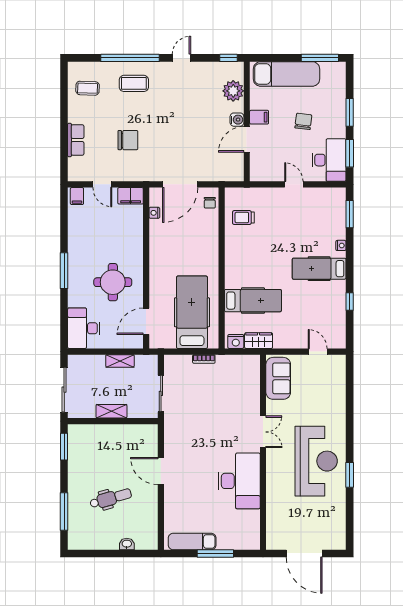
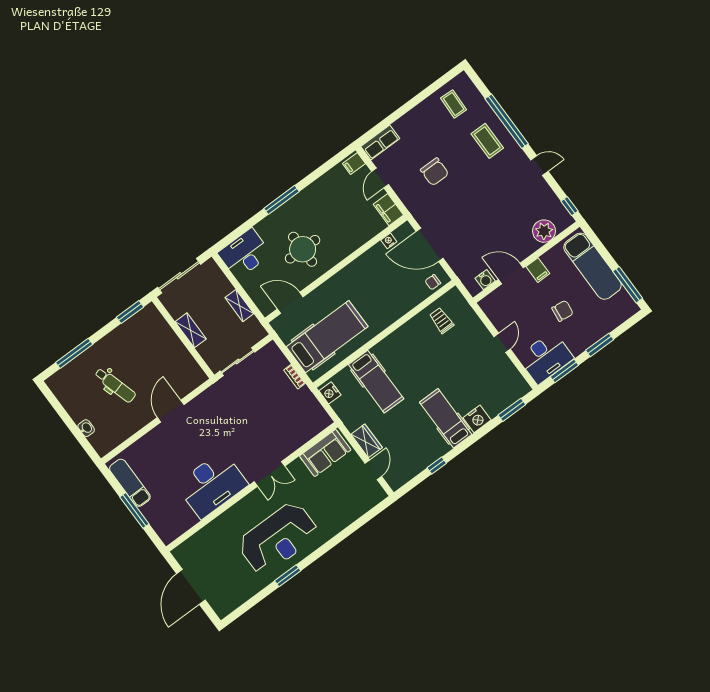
water cooler: (237, 120) -> (485, 280), moved
row of seats: (76, 140) -> (380, 143), moved
nightstand: (341, 245) -> (477, 419), width x1.89, depth x1.79
wardrobe: (259, 341) -> (367, 441), moved

